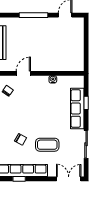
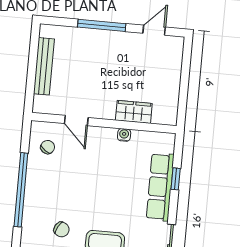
wardrobe: (57, 65) -> (134, 112), added
door: (23, 73) -> (76, 121), swing flipped

